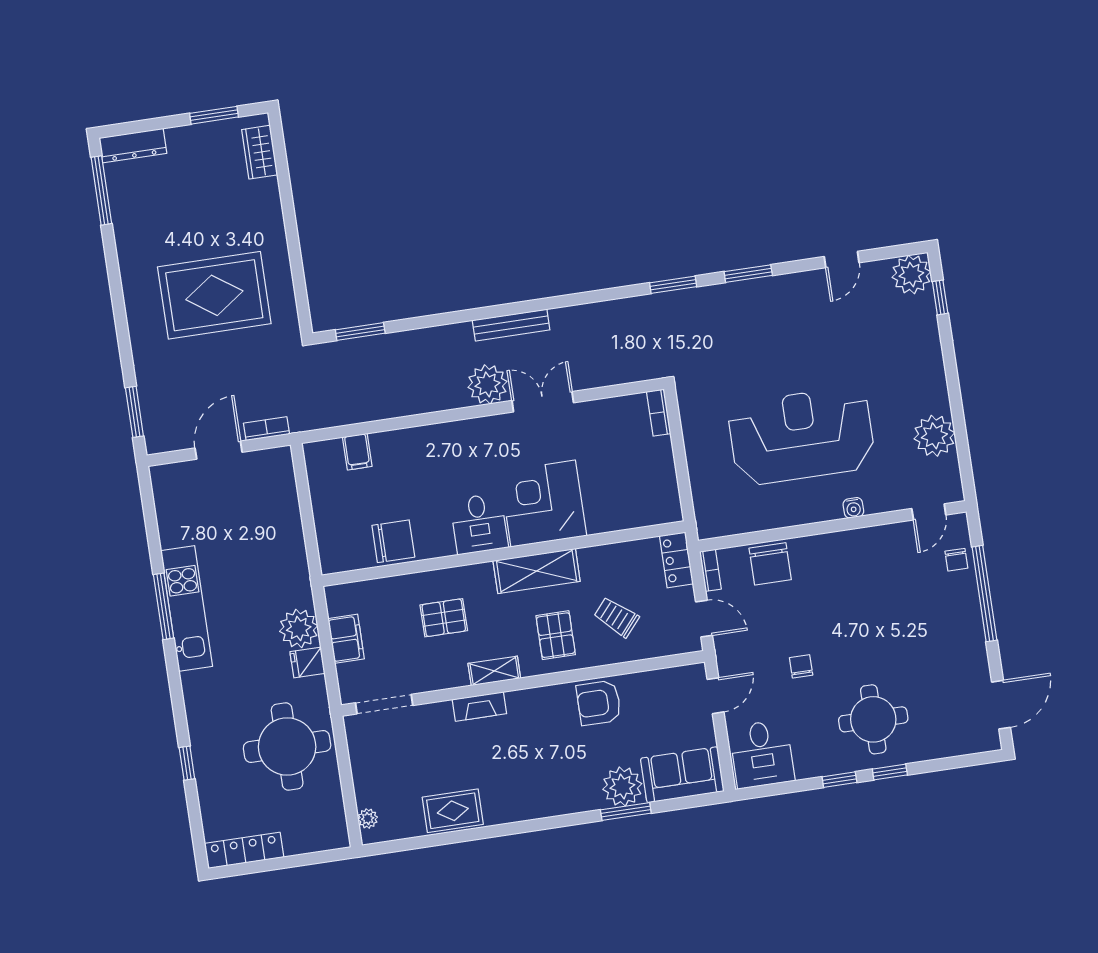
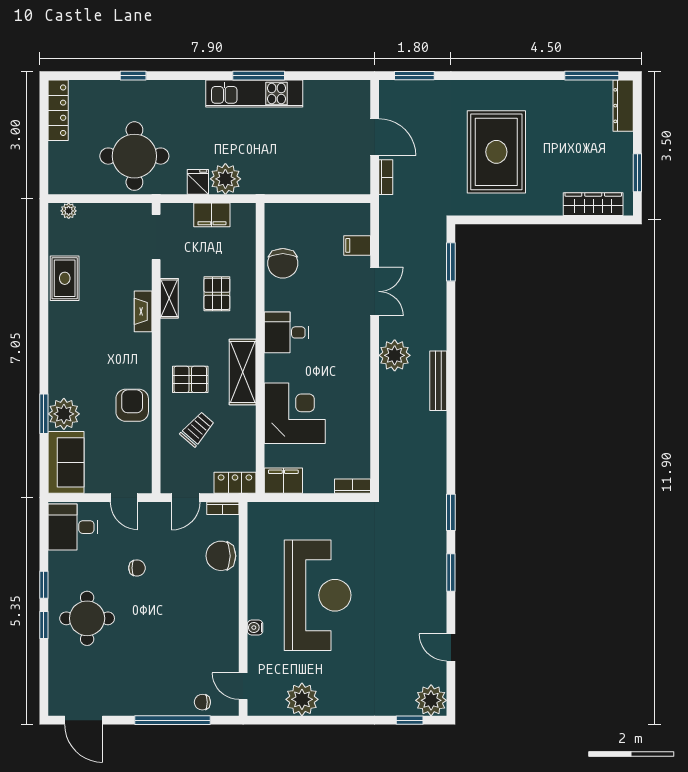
wardrobe: (260, 152) -> (593, 204), width x1.50
double door: (543, 402) -> (375, 291), moved
filing cabinet: (665, 500) -> (283, 481), added
corner desk: (543, 504) -> (295, 413), moved
shelving: (494, 671) -> (169, 298), moved

